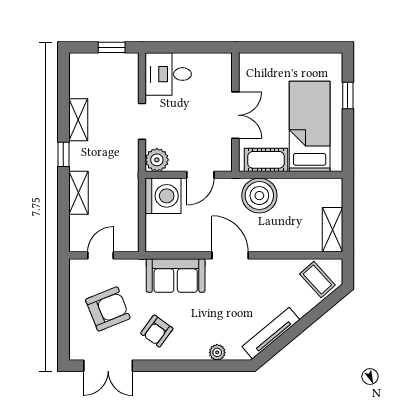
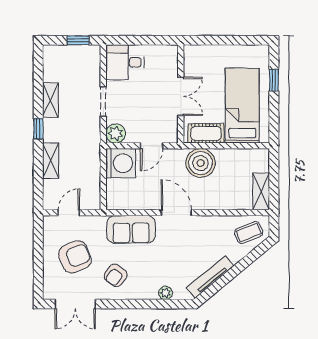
coffee table: (317, 280) -> (249, 233), turned -70

